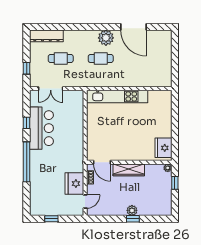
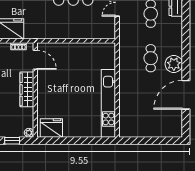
kitchen unit: (117, 96) -> (108, 103), moved
door: (102, 162) -> (35, 60), swing flipped

